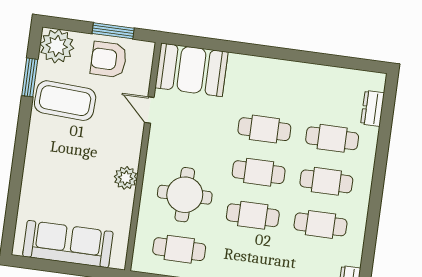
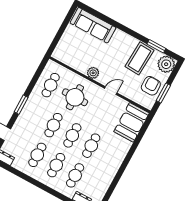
door: (149, 110) -> (111, 91), moved
sofa: (68, 244) -> (93, 25), moved, turned 90

